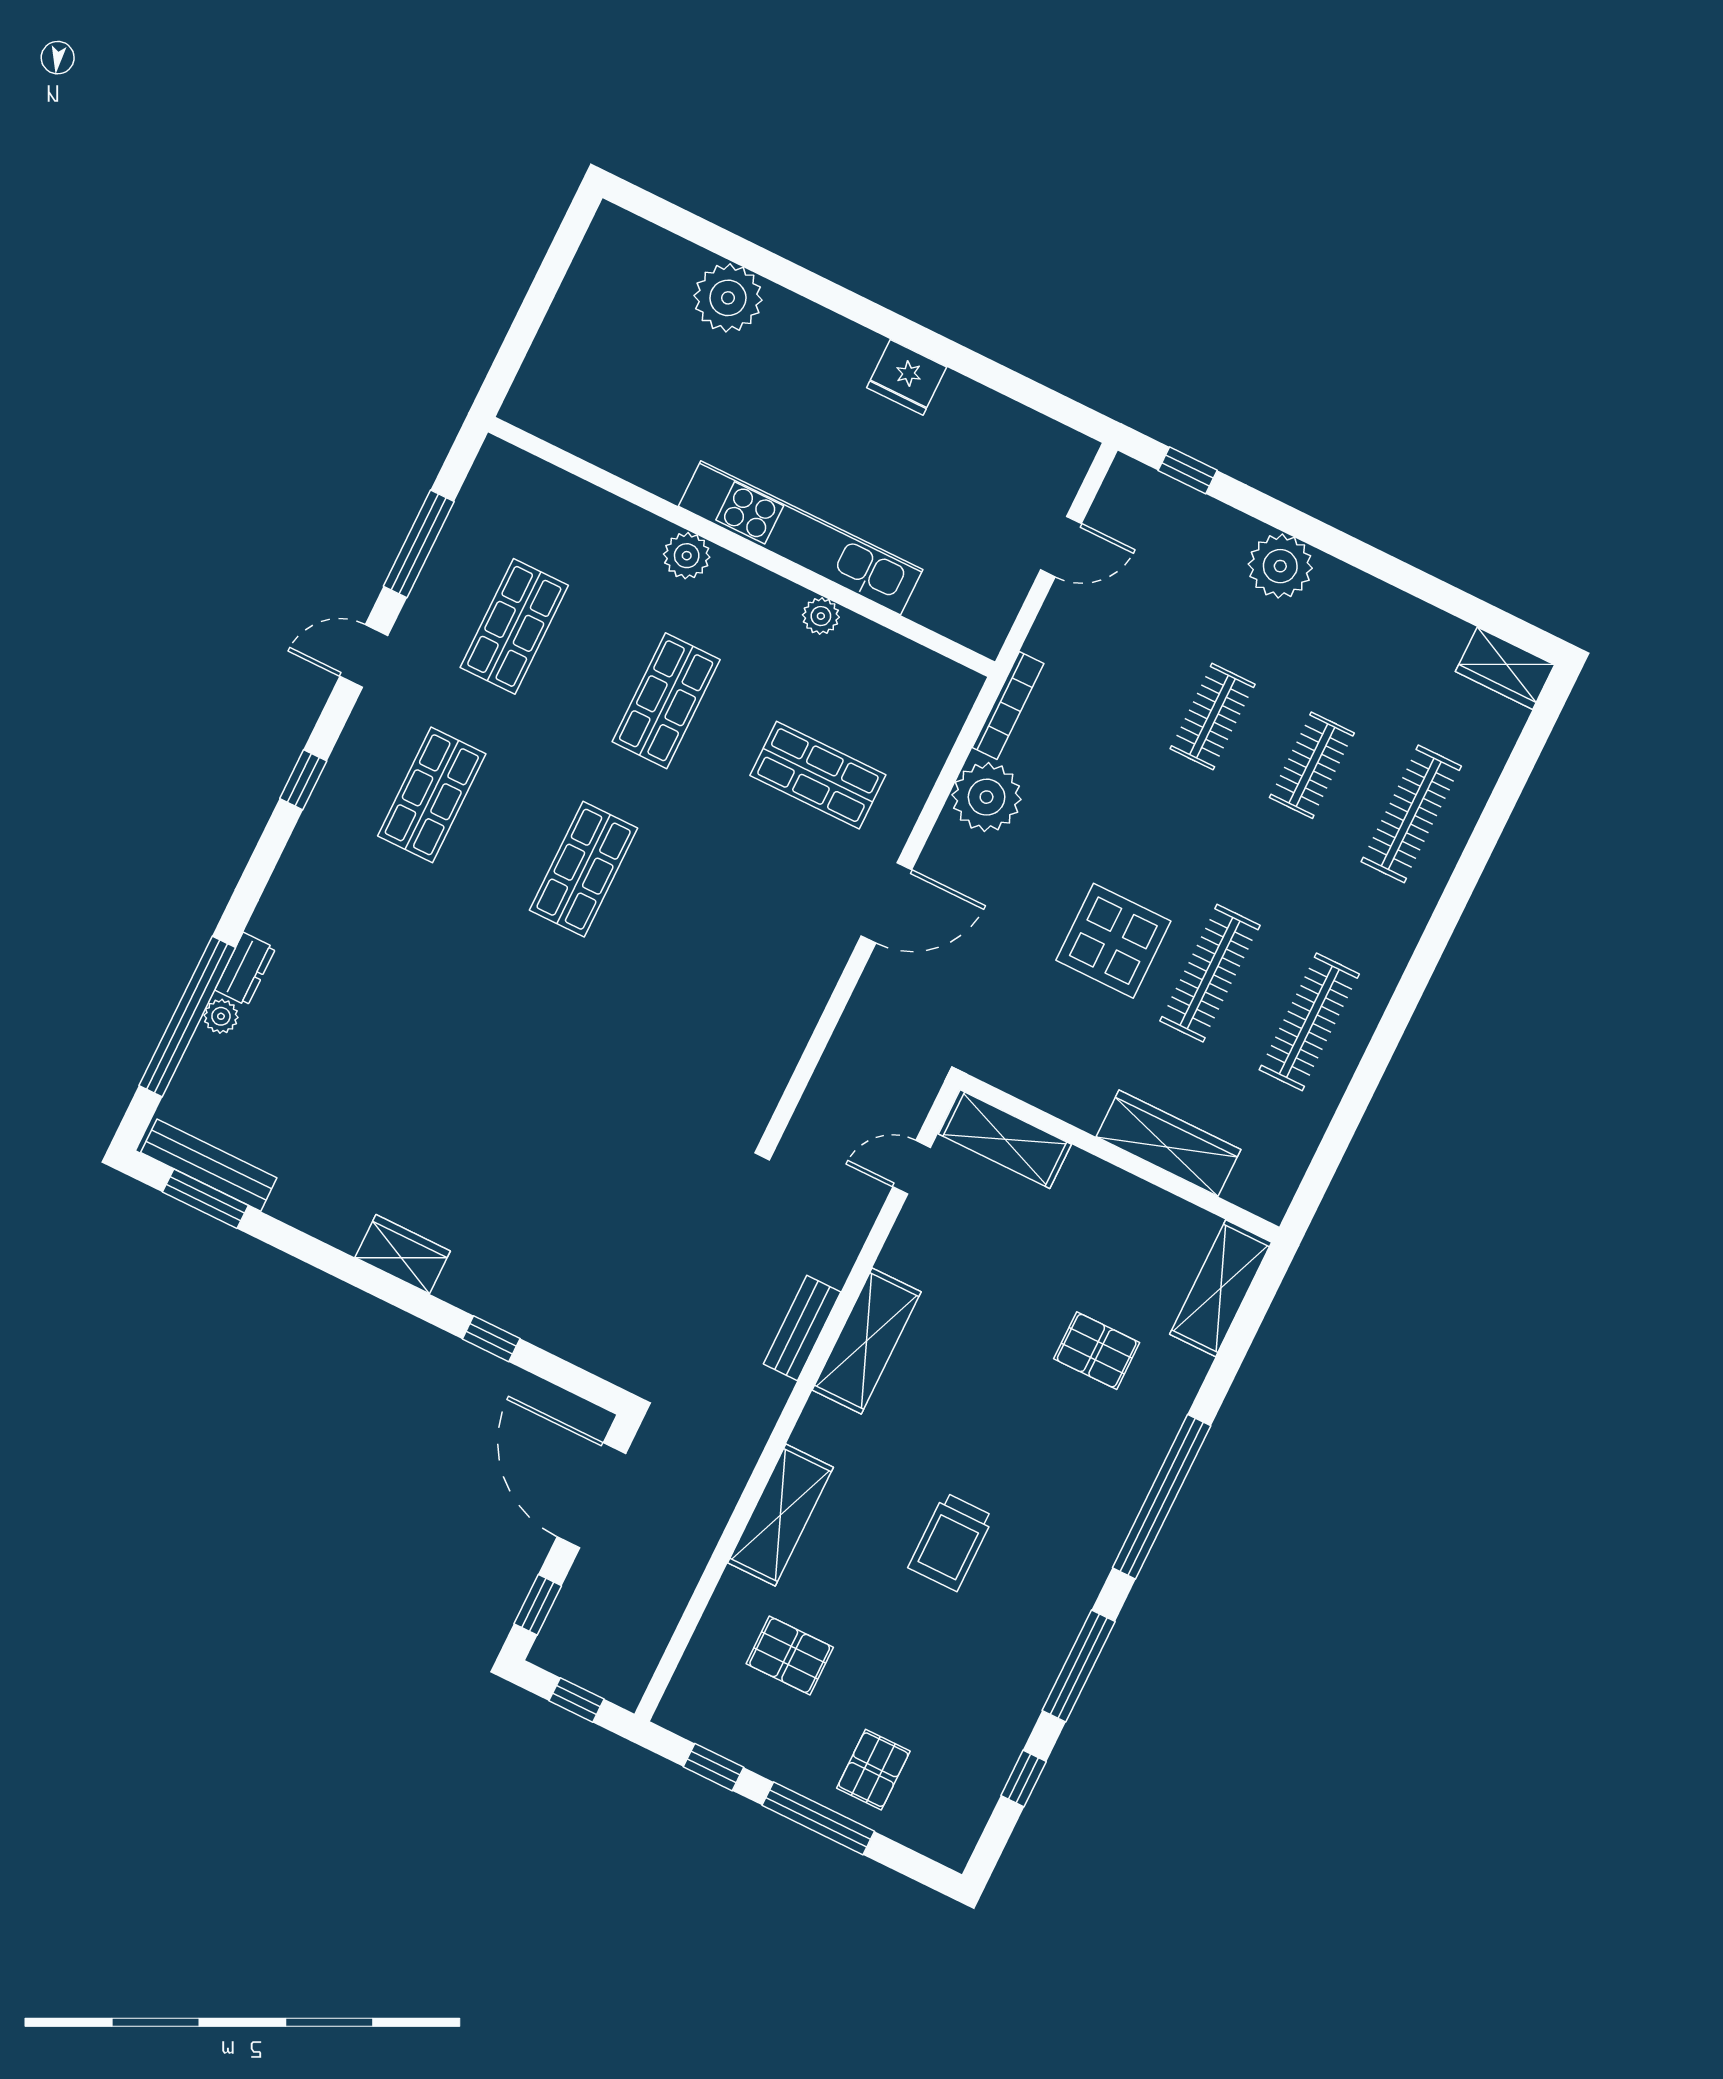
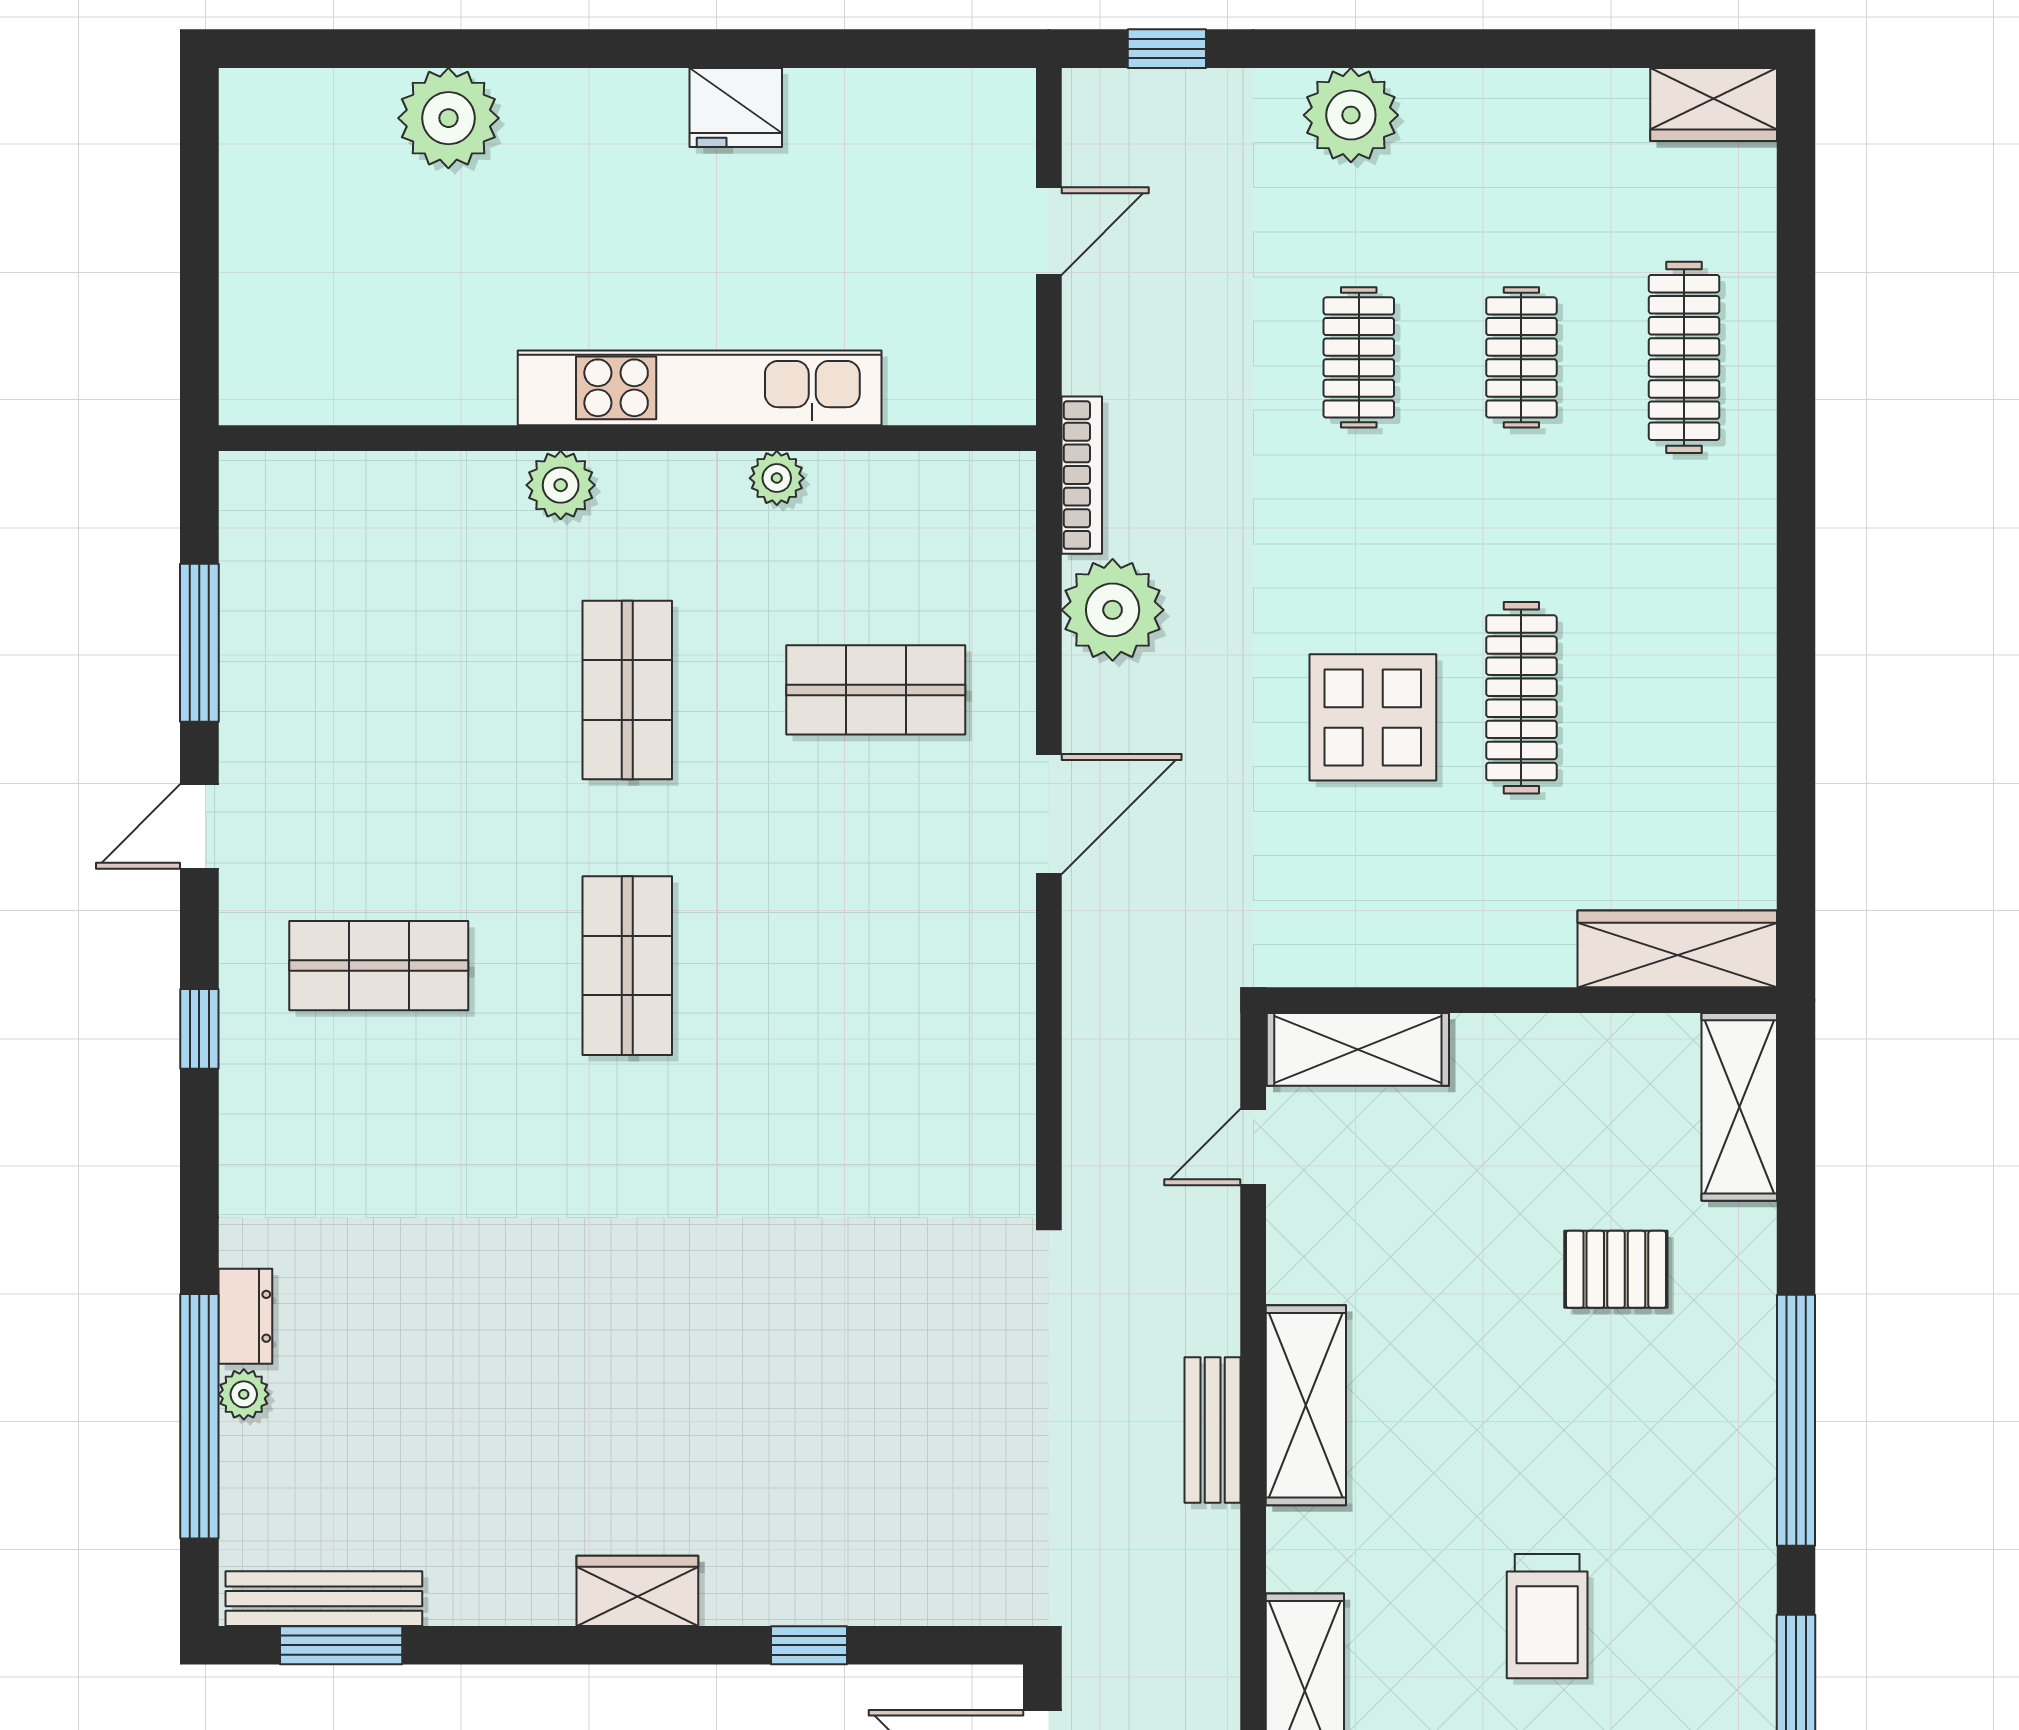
shop shelf: (514, 626) -> (379, 690), removed
shop shelf: (432, 795) -> (379, 966), turned 90
clothes rail: (1309, 1022) -> (1684, 698), removed
wardrobe: (1168, 1143) -> (1677, 949), moved

